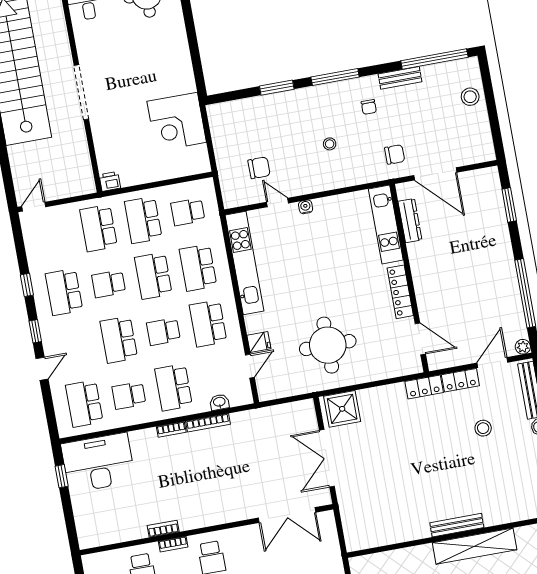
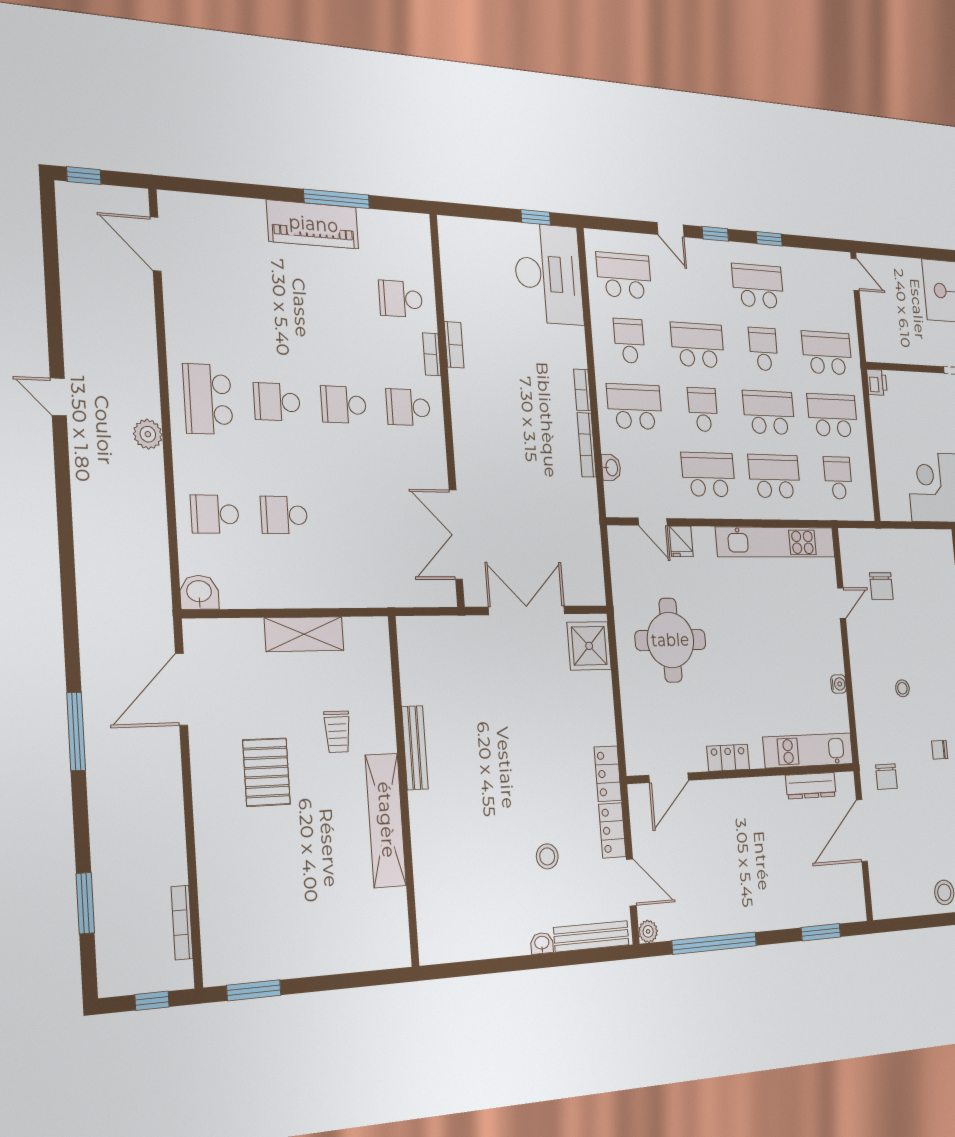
water cooler: (306, 207) -> (839, 684), moved
locker: (400, 292) -> (728, 758), width x0.66
bench: (457, 525) -> (415, 748), moved

